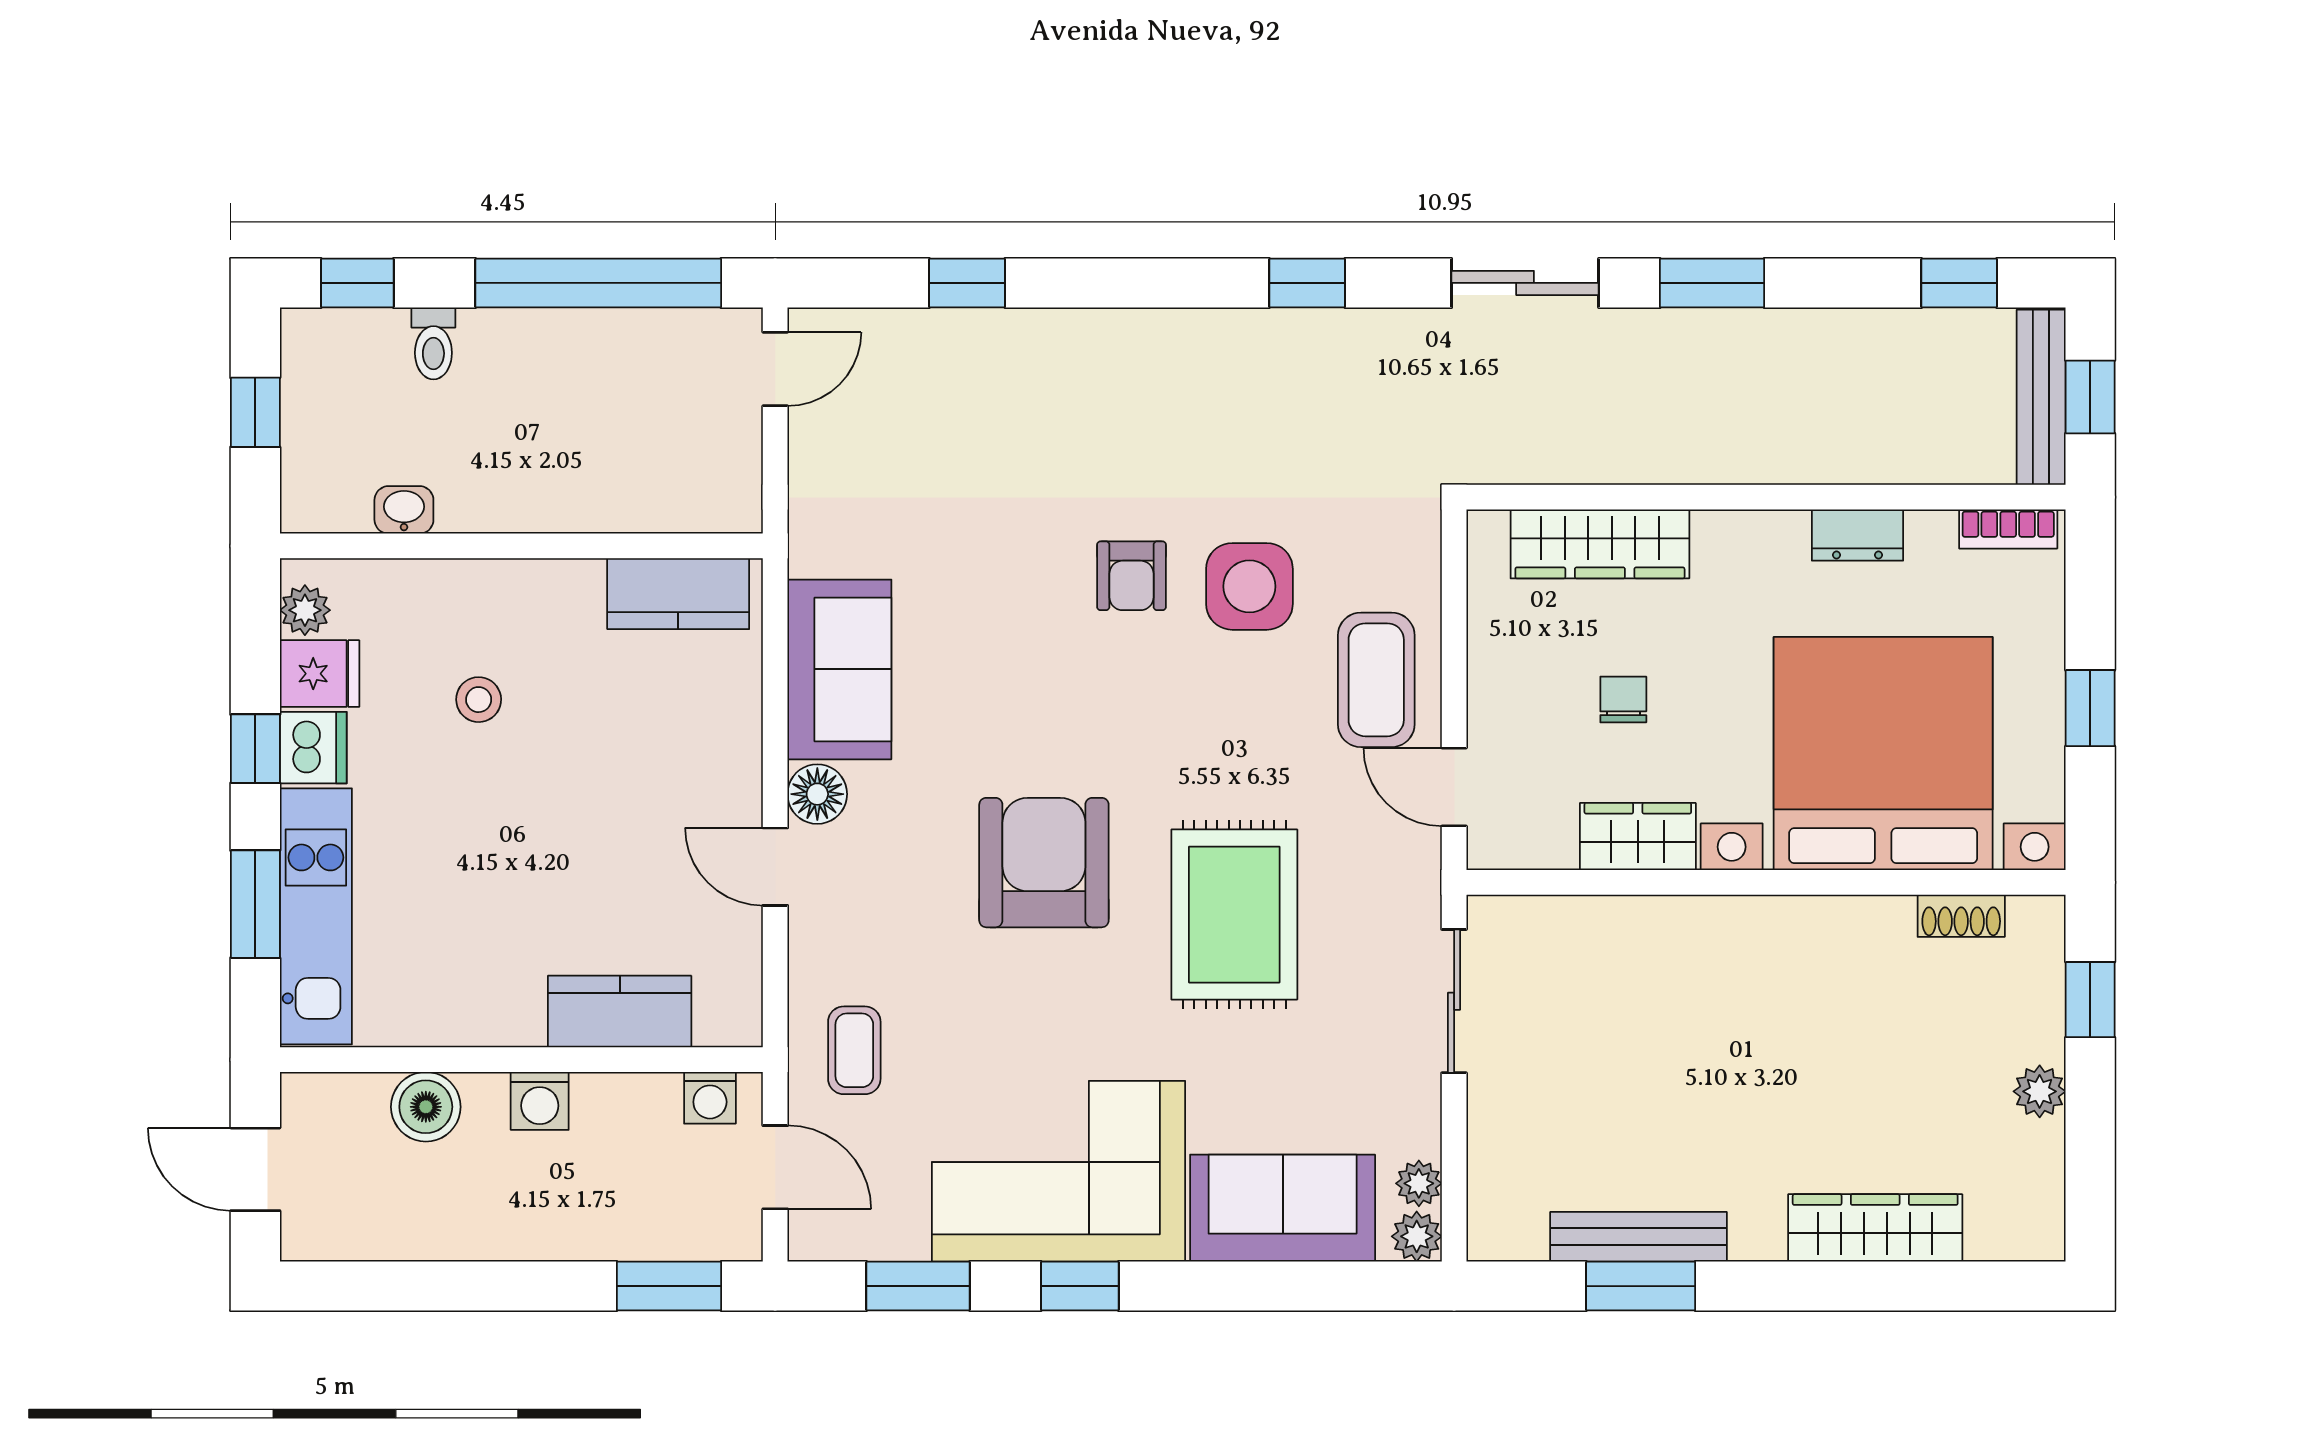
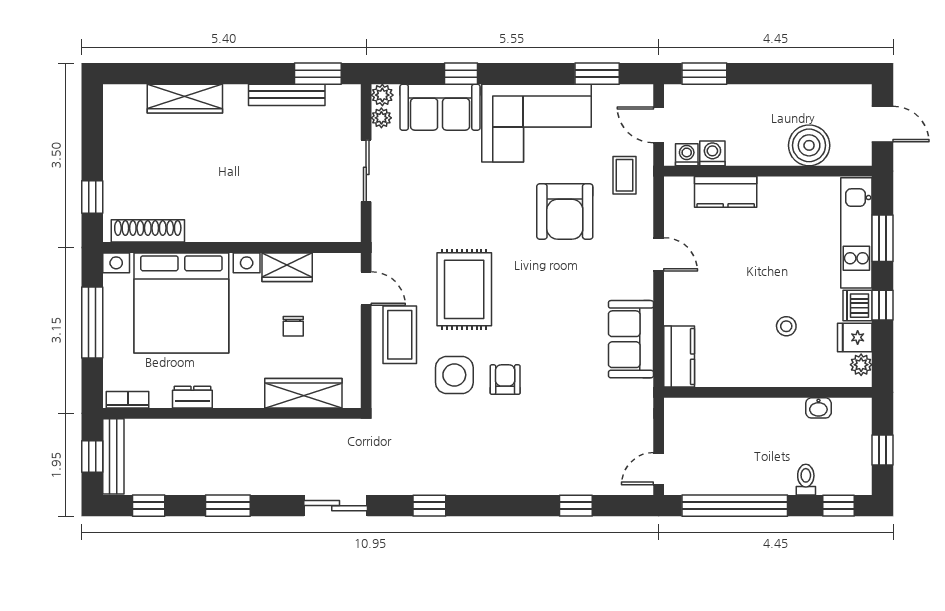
window: (1712, 283) -> (228, 506), moved
kitchen counter: (678, 594) -> (679, 357), moved, turned 90
window: (2090, 708) -> (92, 323), width x2.17
floor lamp: (817, 794) -> (640, 286), removed
armchair: (1044, 863) -> (565, 211), moved
rug: (1234, 915) -> (464, 289), moved
shoe rack: (1961, 916) -> (148, 231), width x1.94, depth x1.24
sliding door: (1454, 1001) -> (366, 171), moved
plant: (2040, 1091) -> (114, 157), removed
washing machine: (540, 1101) -> (712, 153), moved
boiler: (426, 1107) -> (809, 145), width x1.37, depth x1.37
window: (1080, 1286) -> (461, 74), moved
window: (1641, 1286) -> (318, 74), moved

